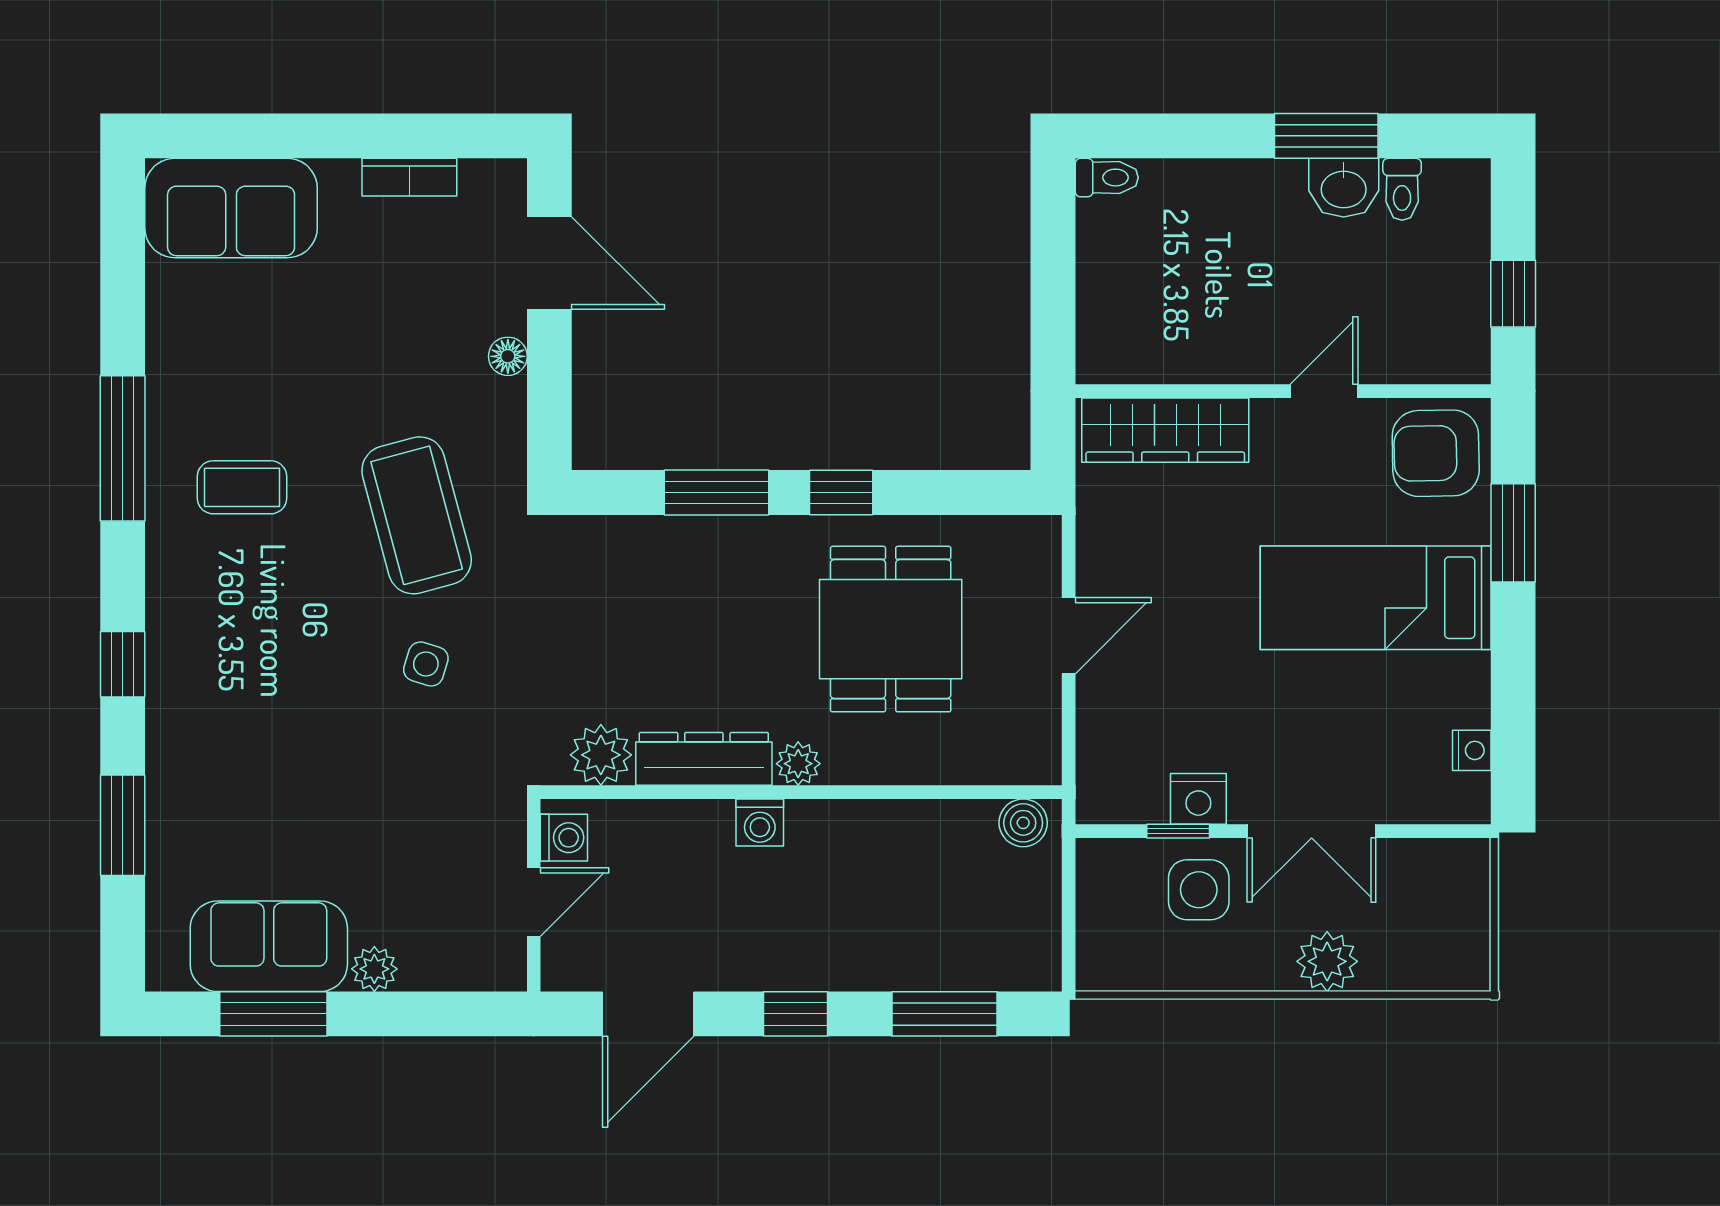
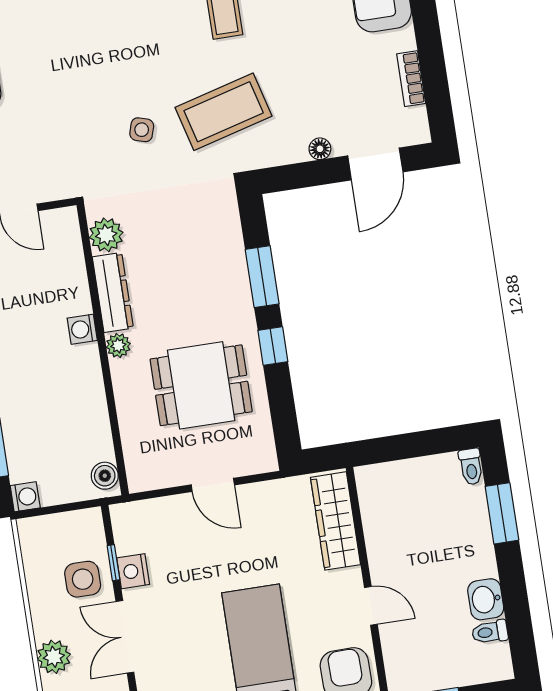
window: (1326, 136) -> (502, 513), moved
washing machine: (564, 838) -> (25, 497), moved, turned -90

